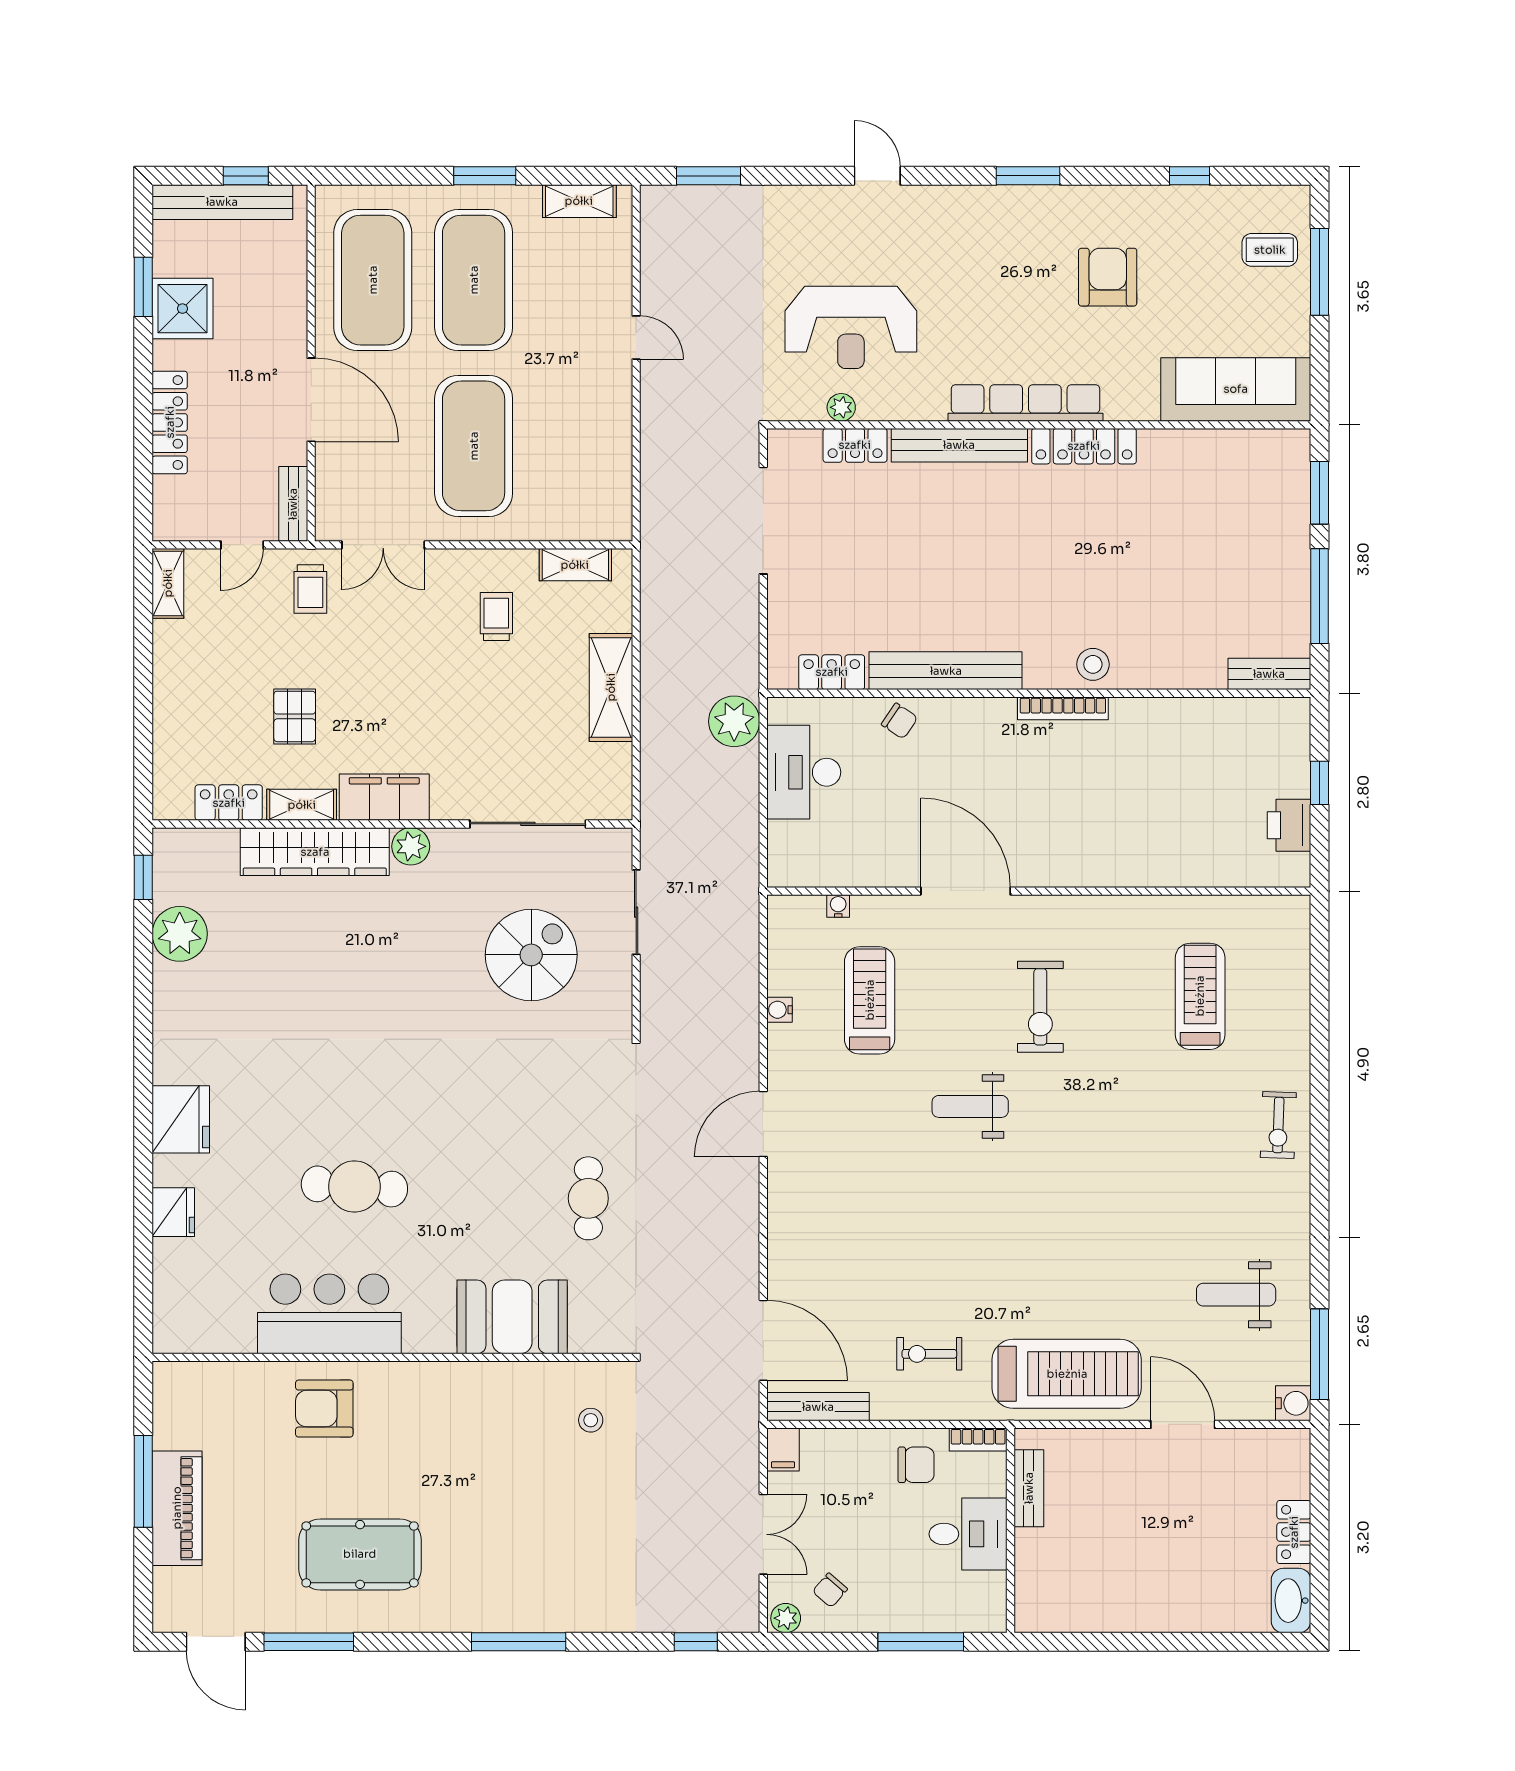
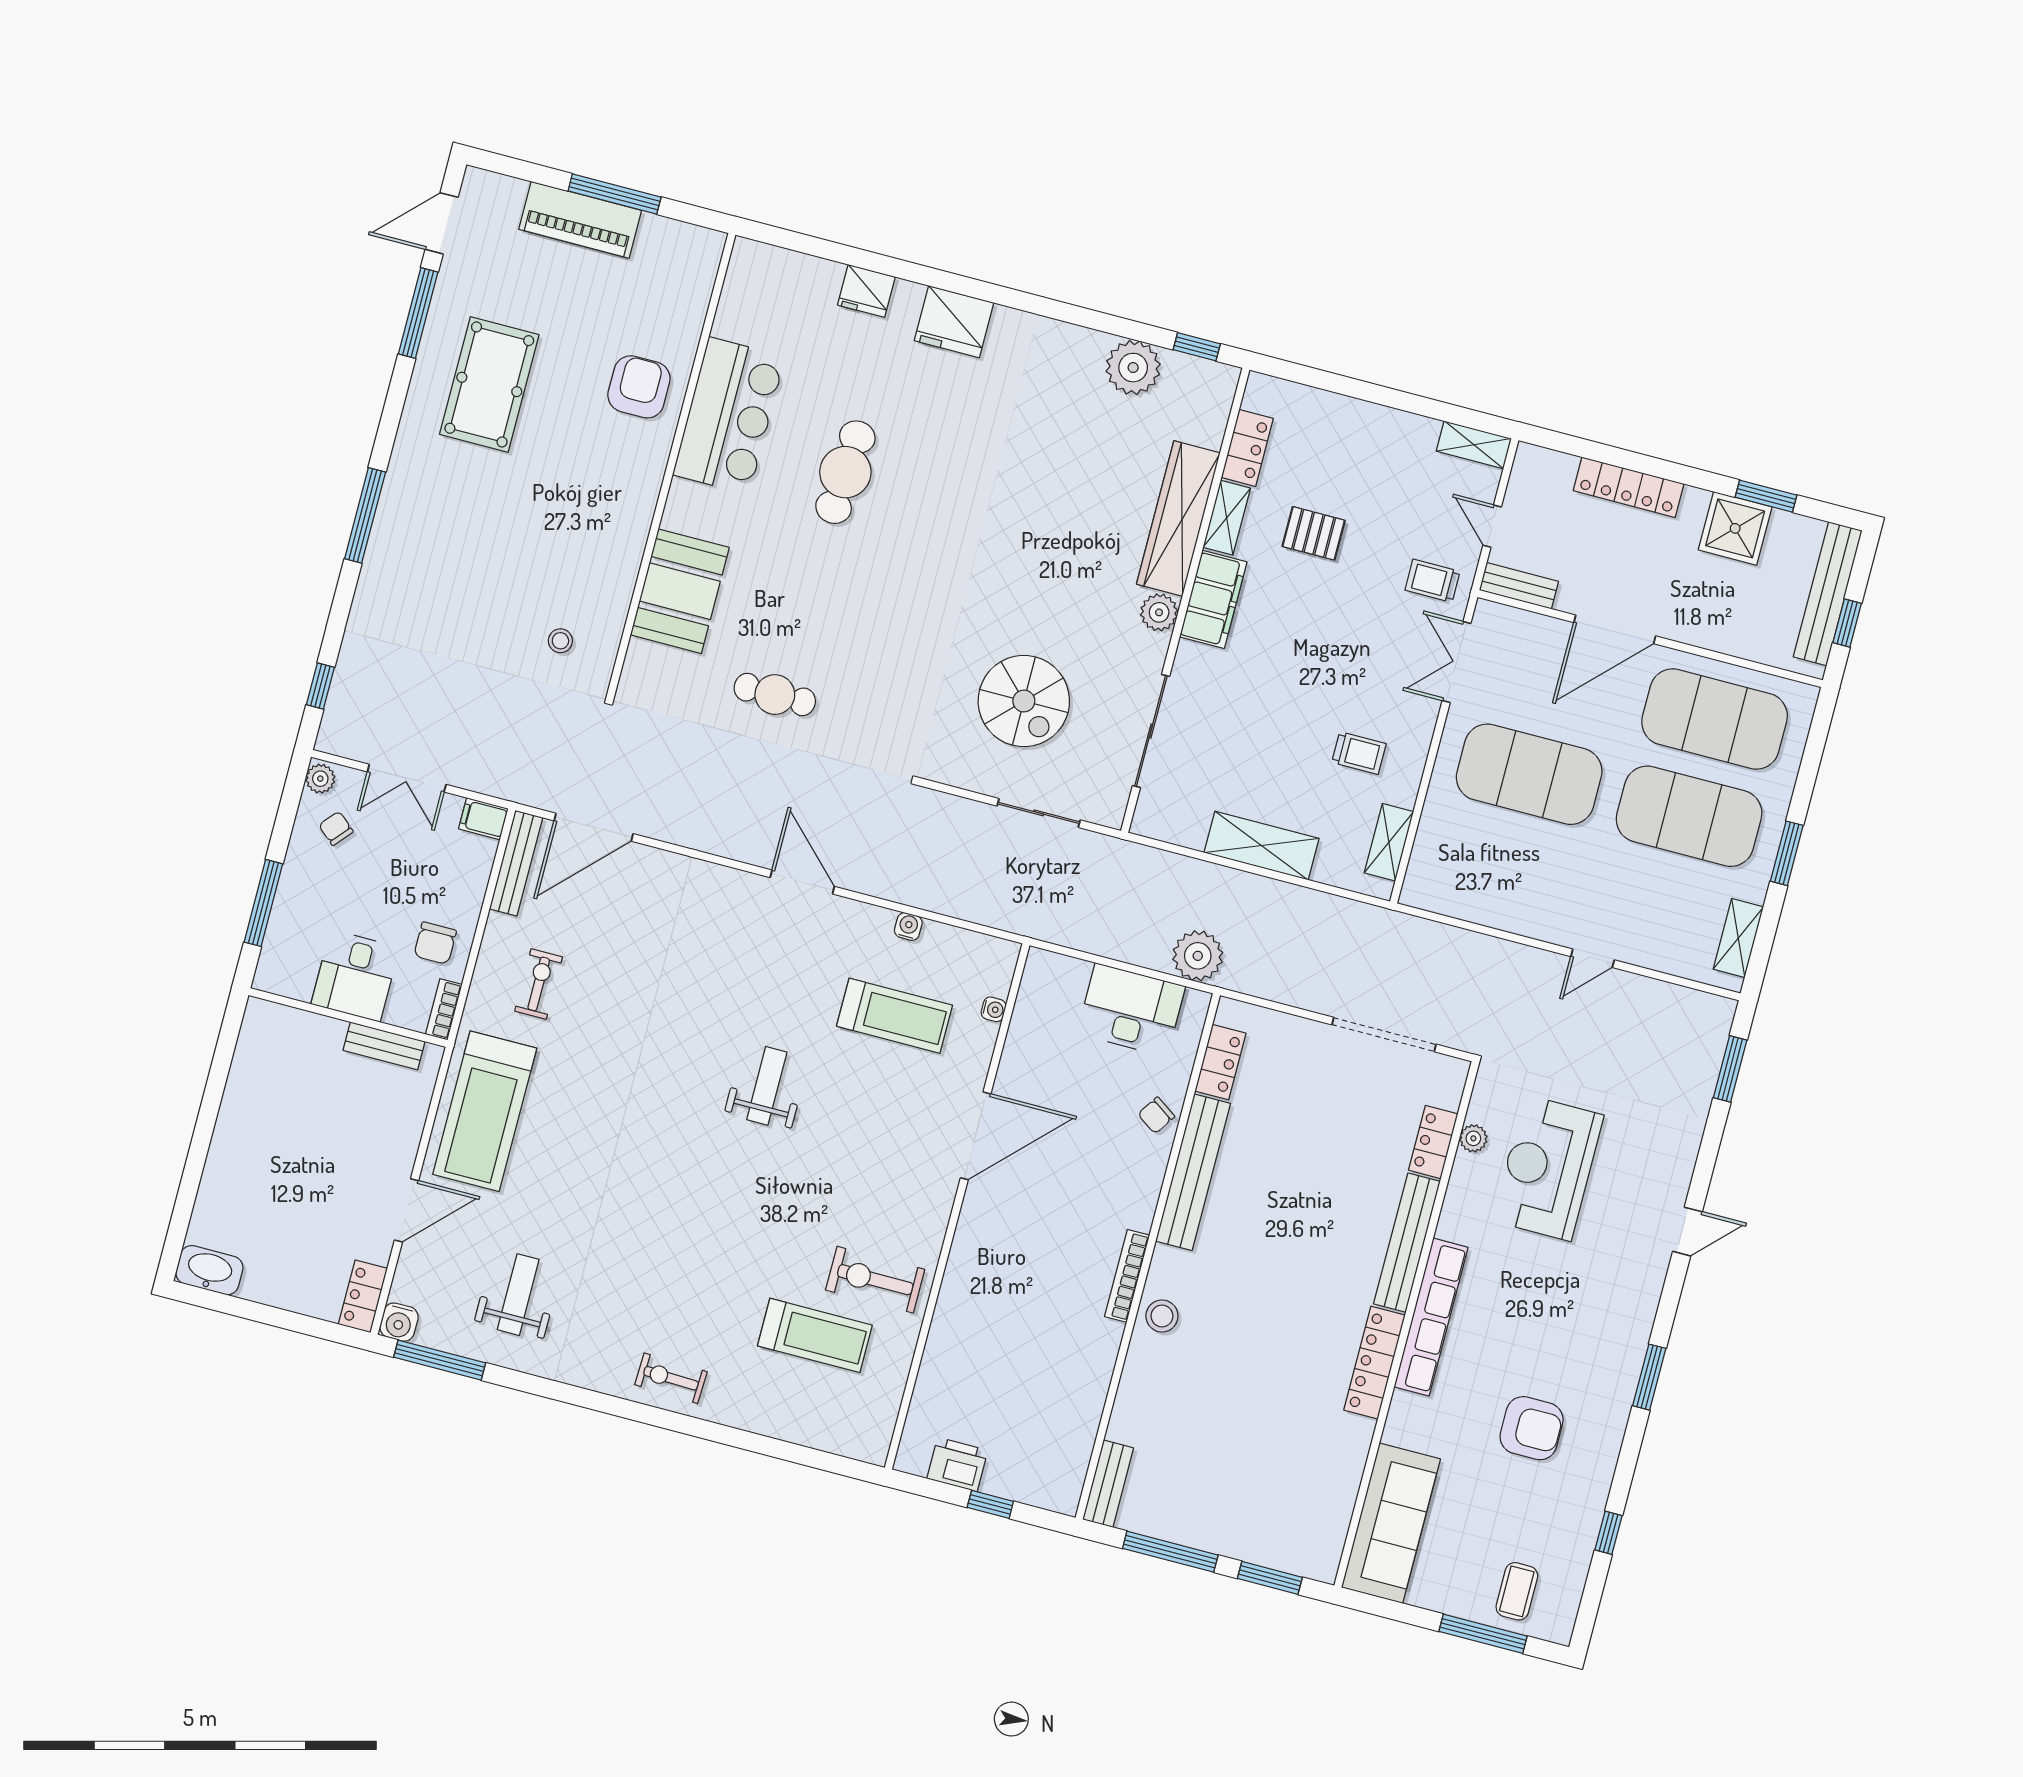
exercise bike: (1040, 1007) -> (875, 1280), moved
locker: (1294, 1532) -> (363, 1296), moved, turned -90

